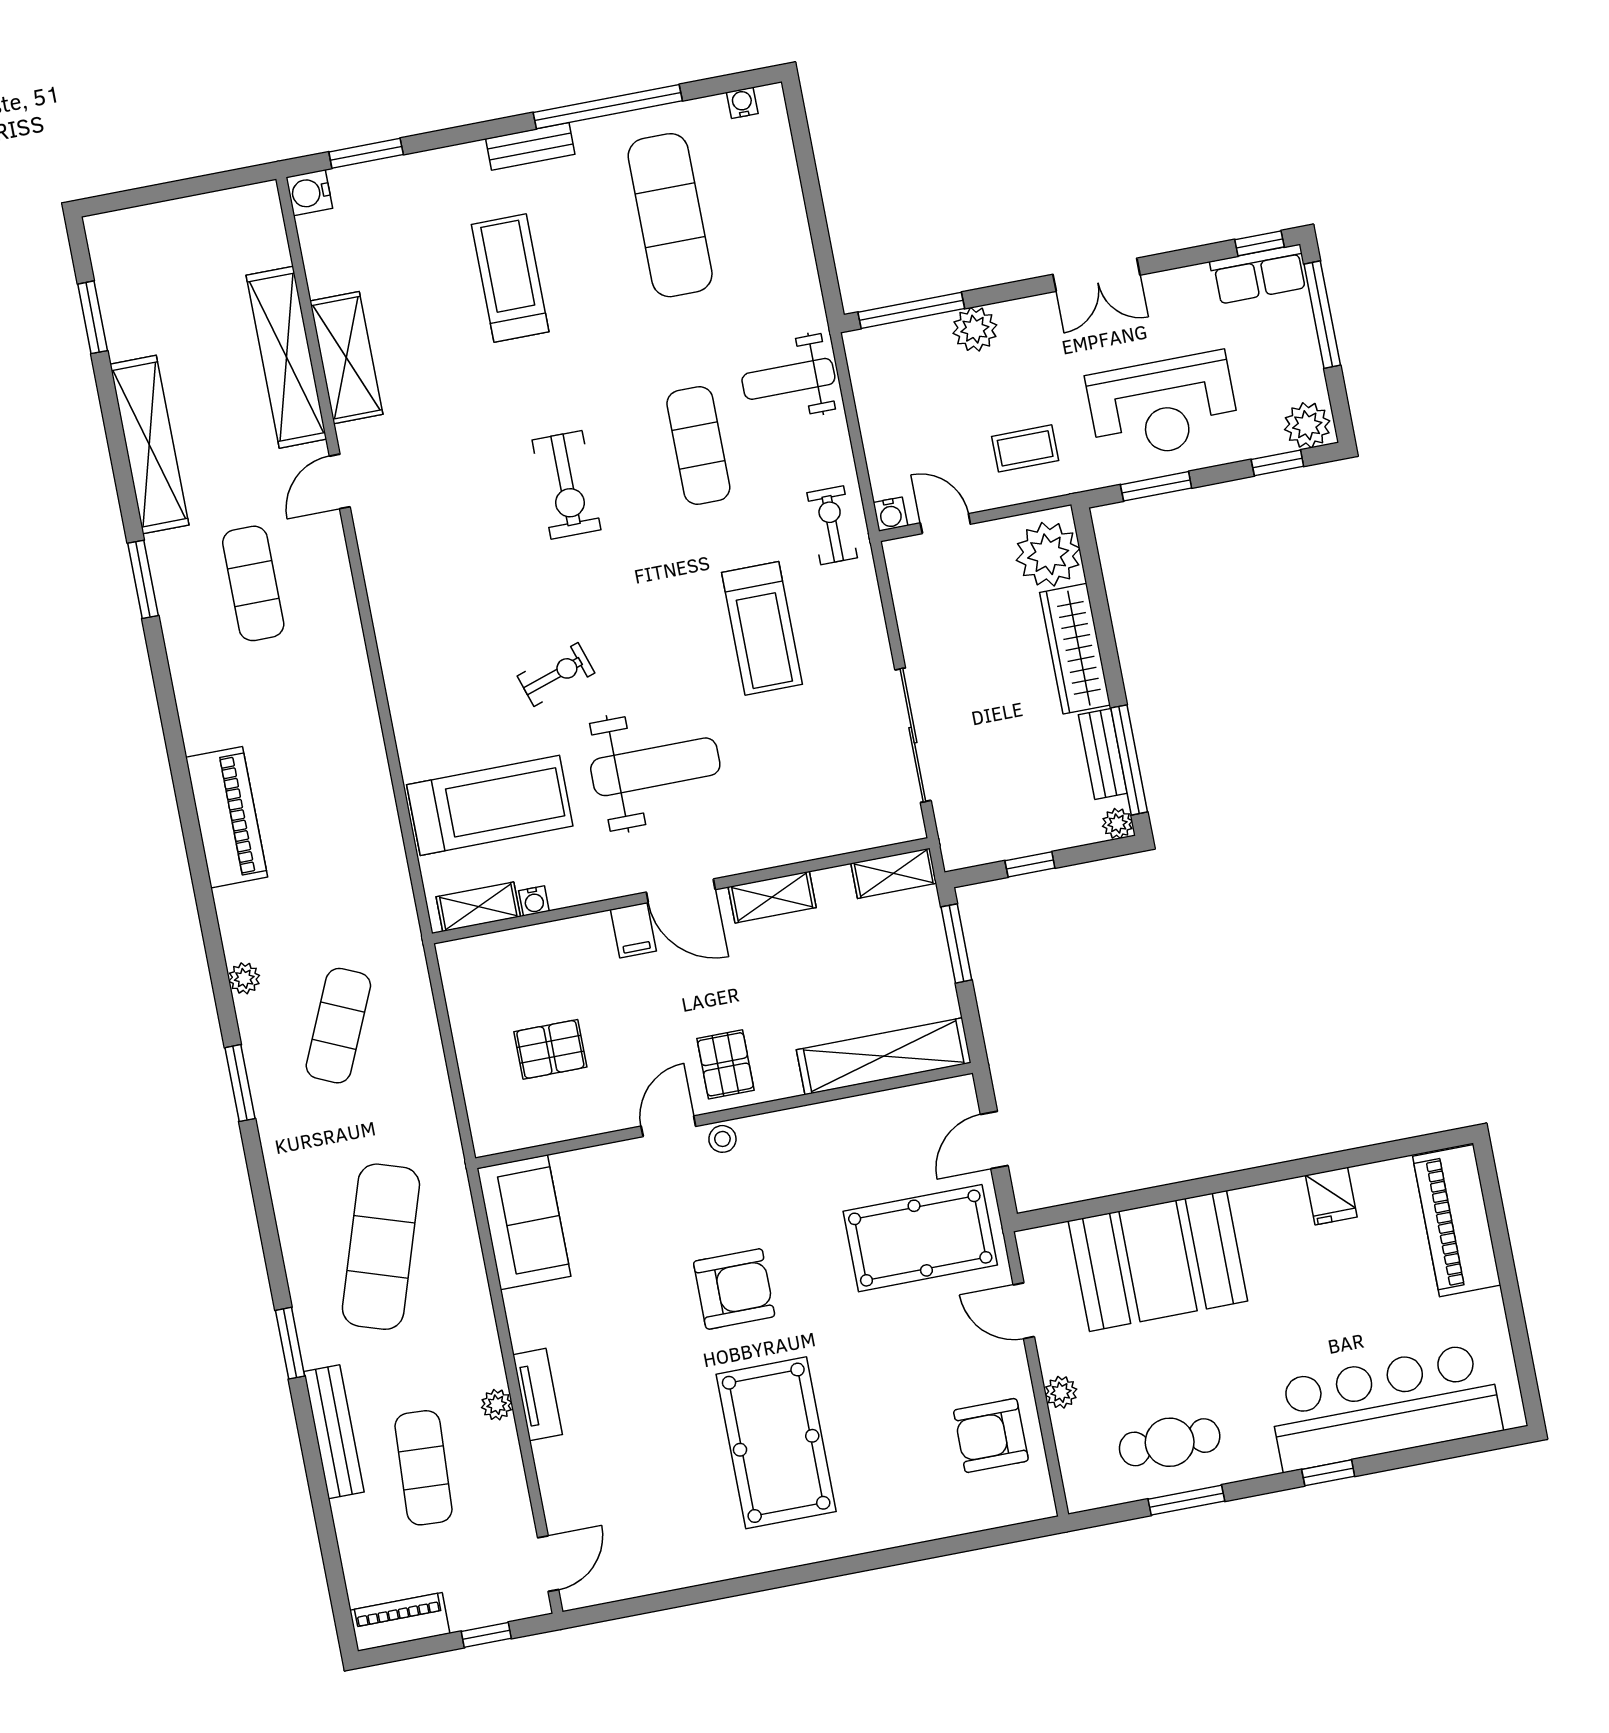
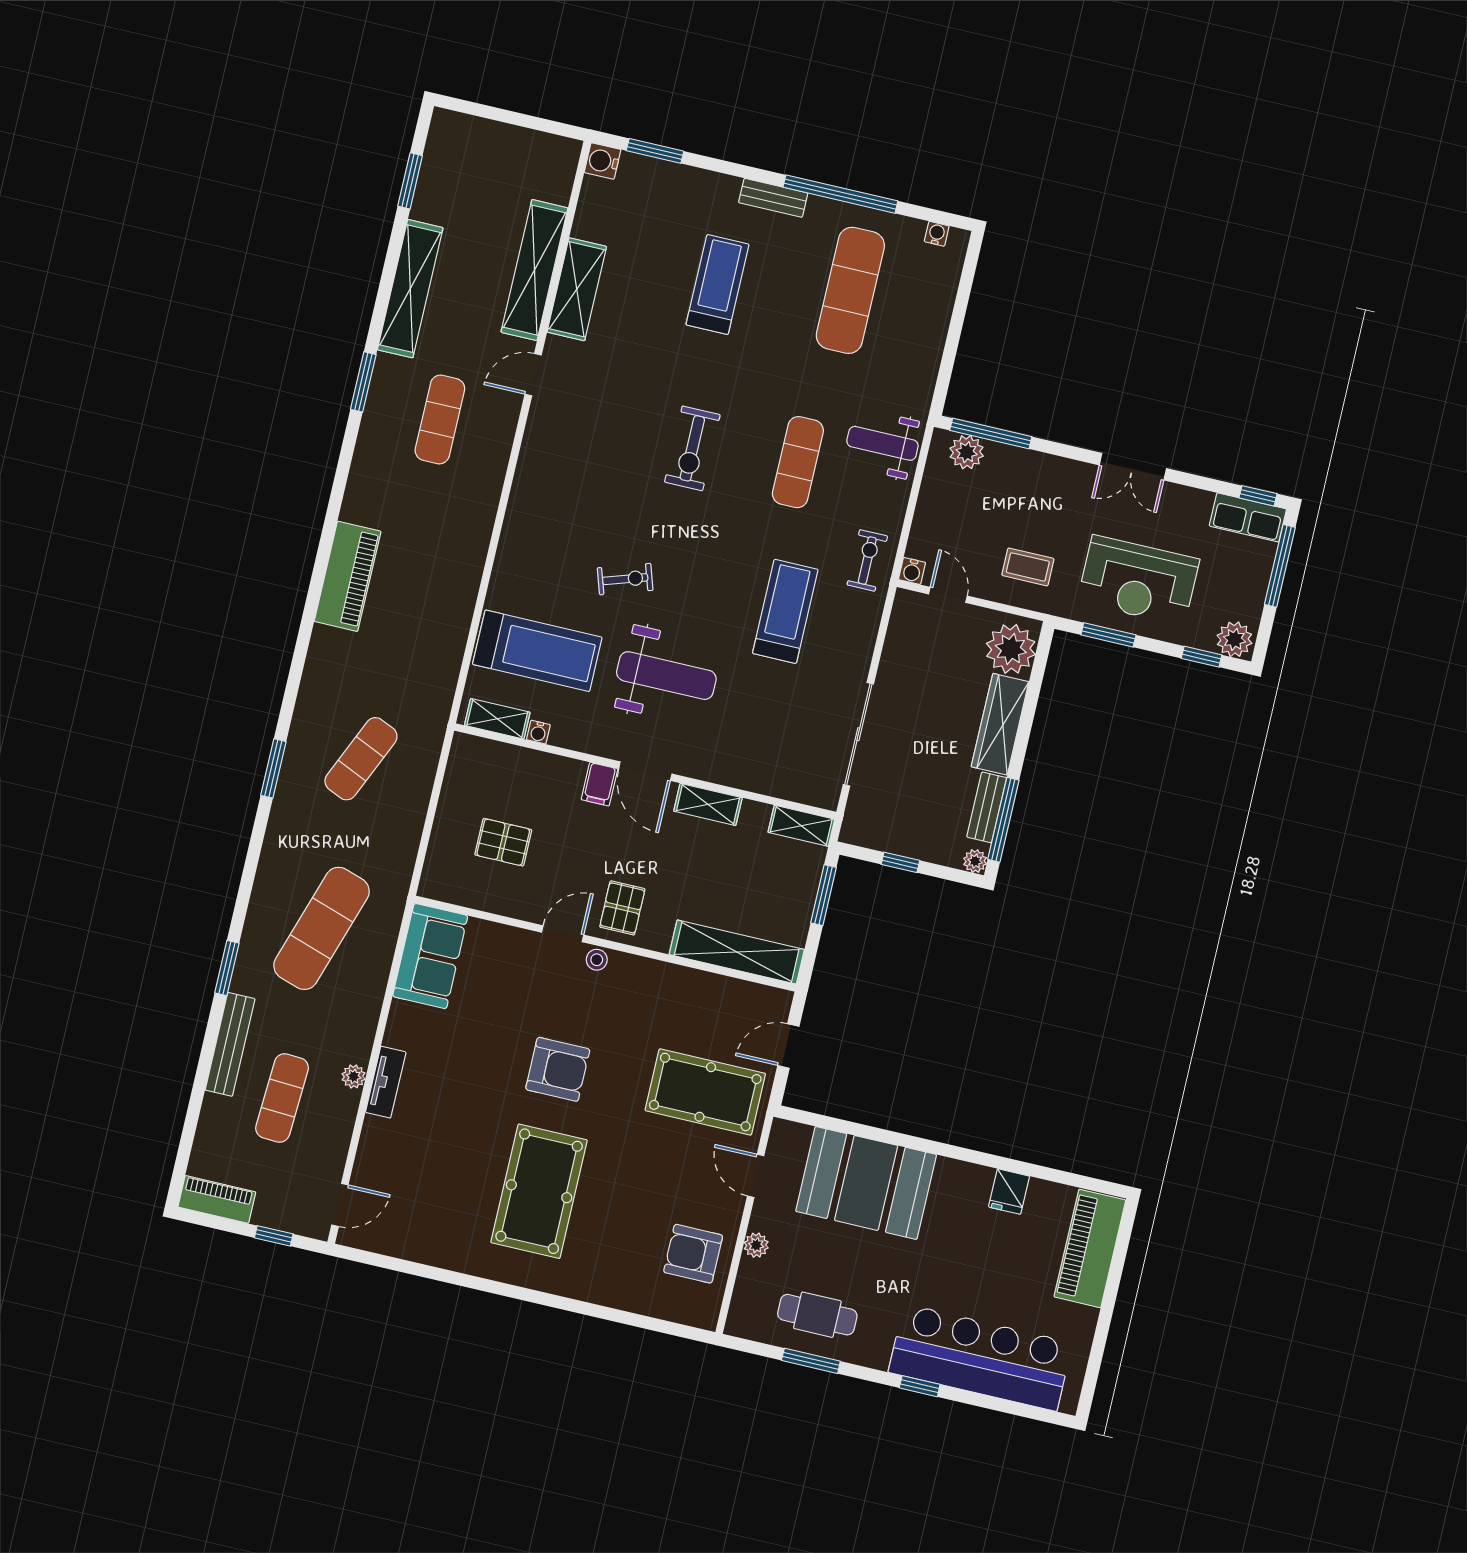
plant: (975, 329) -> (967, 452), moved
treadmill: (762, 628) -> (785, 611), turned 180
plant: (244, 978) -> (309, 696), removed

